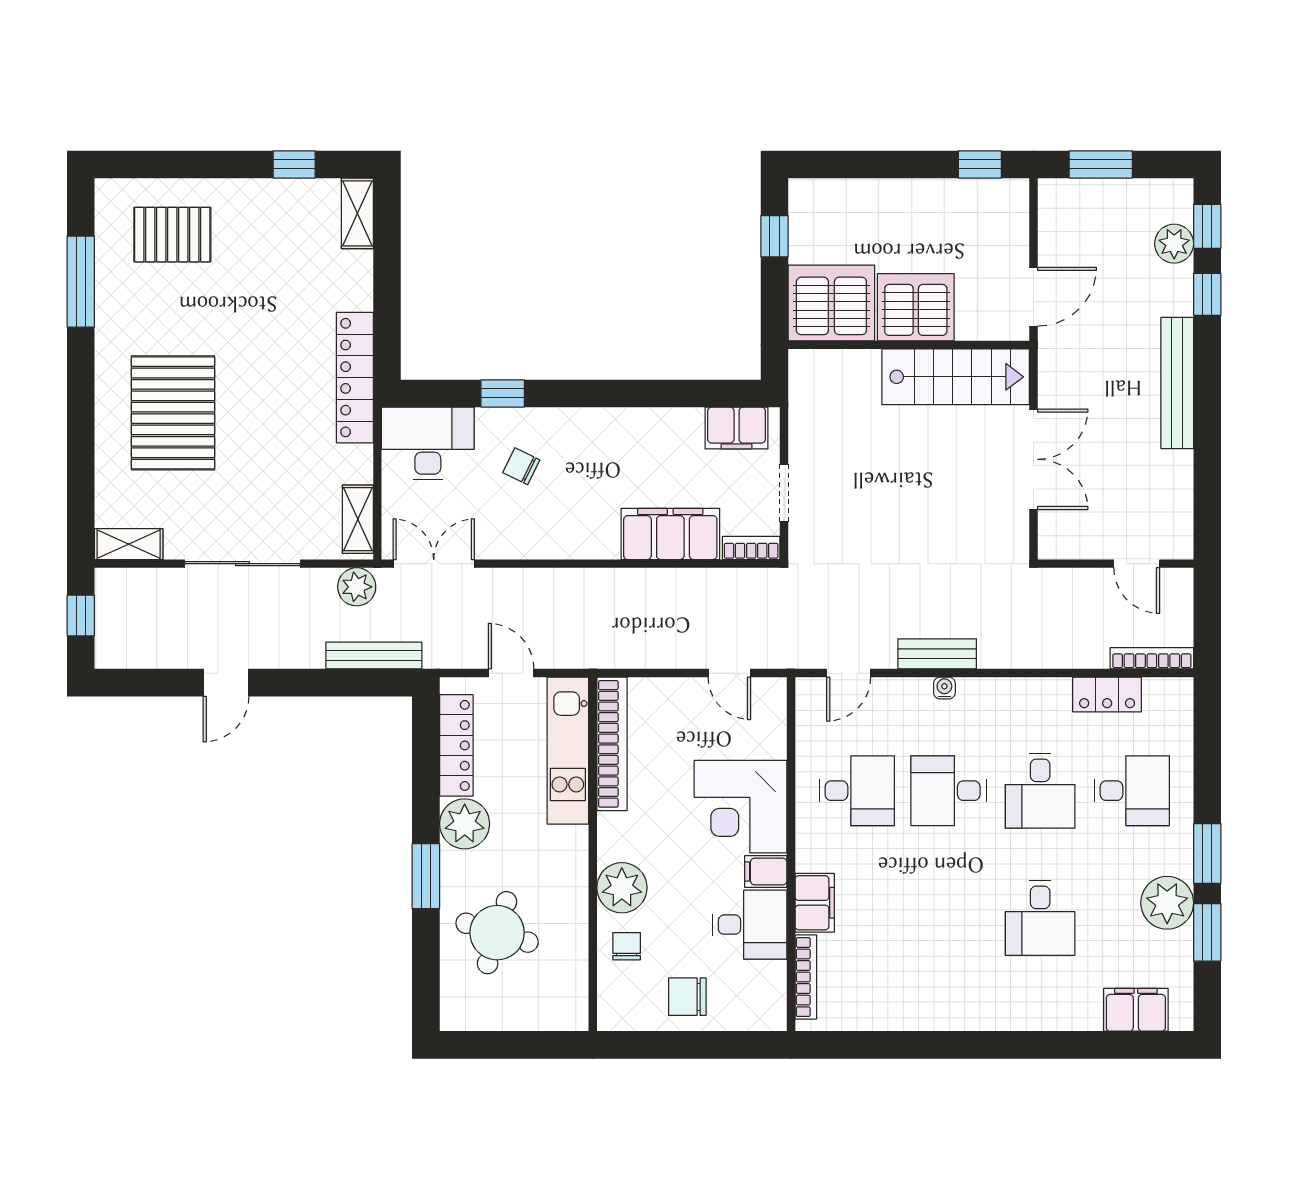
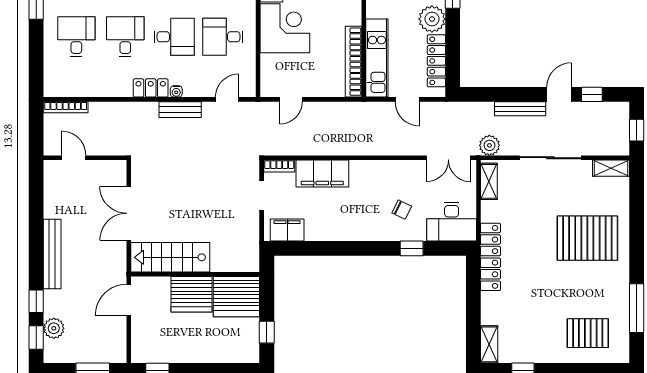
pallet: (173, 413) -> (587, 238), turned 90
bench: (374, 655) -> (520, 109), moved
door: (729, 673) -> (291, 99), swing flipped
window: (164, 683) -> (592, 94), added
locker: (1107, 694) -> (151, 88), moved
desk: (1132, 791) -> (76, 37), turned 90

